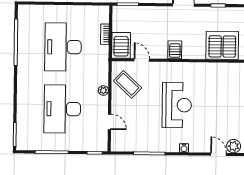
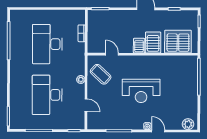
server rack: (121, 45) -> (153, 42), moved
reception desk: (177, 105) -> (141, 91), turned 90
door: (218, 154) -> (158, 131), moved

